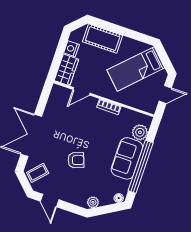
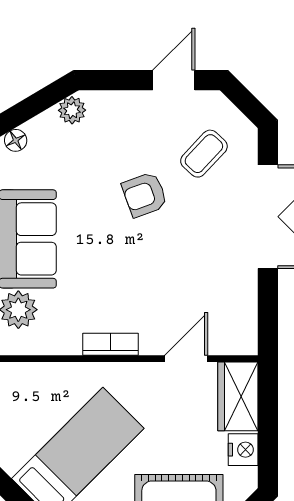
coffee table: (38, 173) -> (204, 154), moved
door: (50, 201) -> (174, 80), hinge flipped

